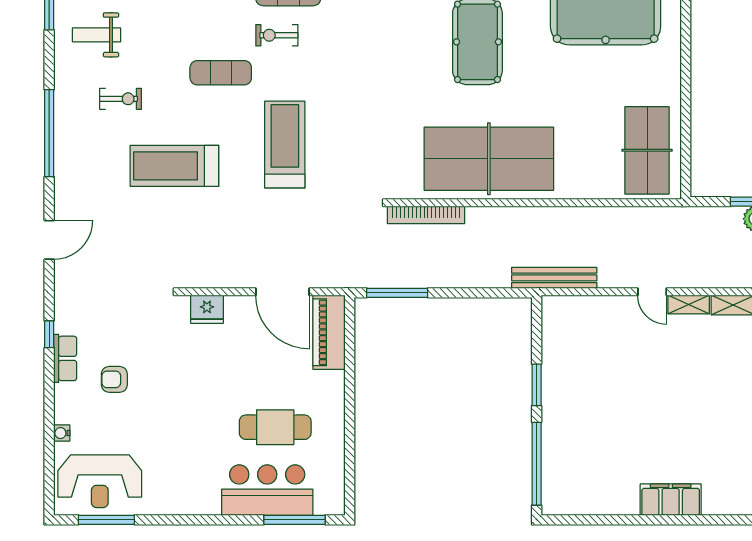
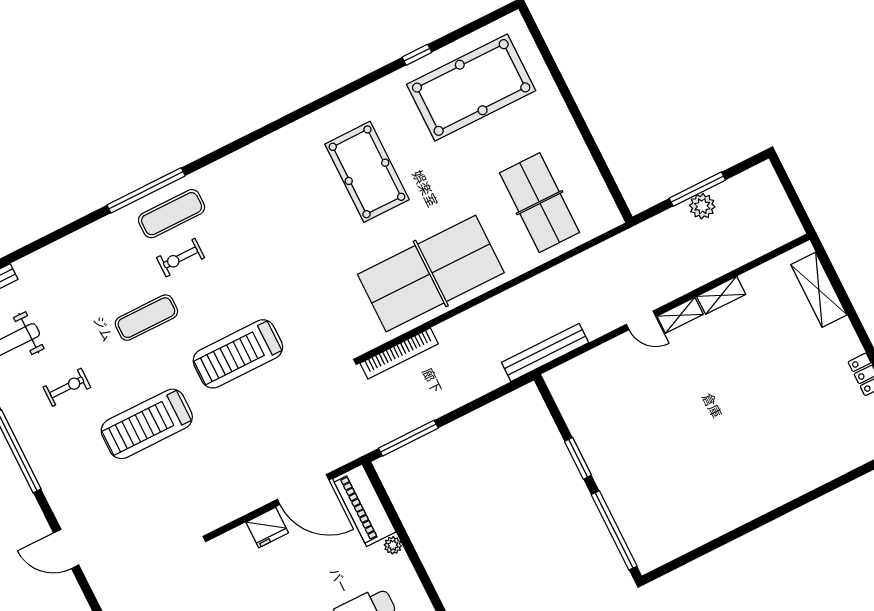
treadmill: (285, 145) -> (238, 354), turned -90
table tennis table: (647, 150) -> (540, 203), moved
door: (49, 240) -> (66, 549), swing flipped
fridge: (207, 309) -> (267, 527), moved
plant: (337, 380) -> (393, 545), added
filing cabinet: (671, 500) -> (753, 502), removed

